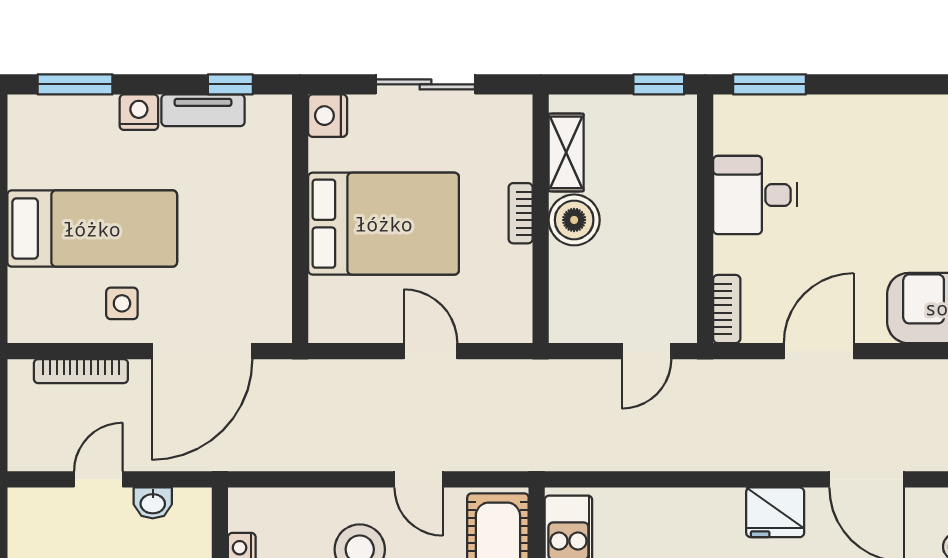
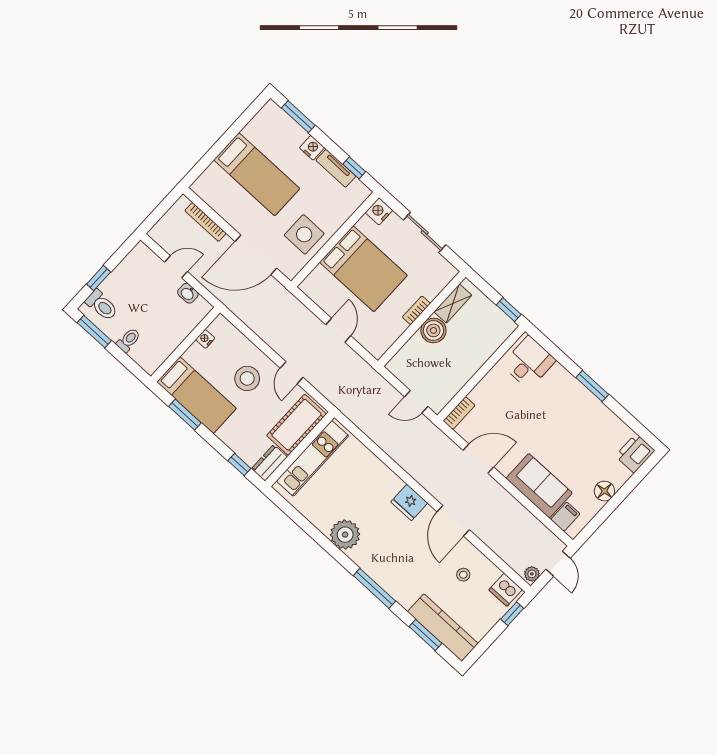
window: (769, 84) -> (592, 386), moved
desk: (755, 195) -> (529, 362), moved, turned 90
side table: (122, 303) -> (304, 234), moved, width x1.87, depth x1.87

